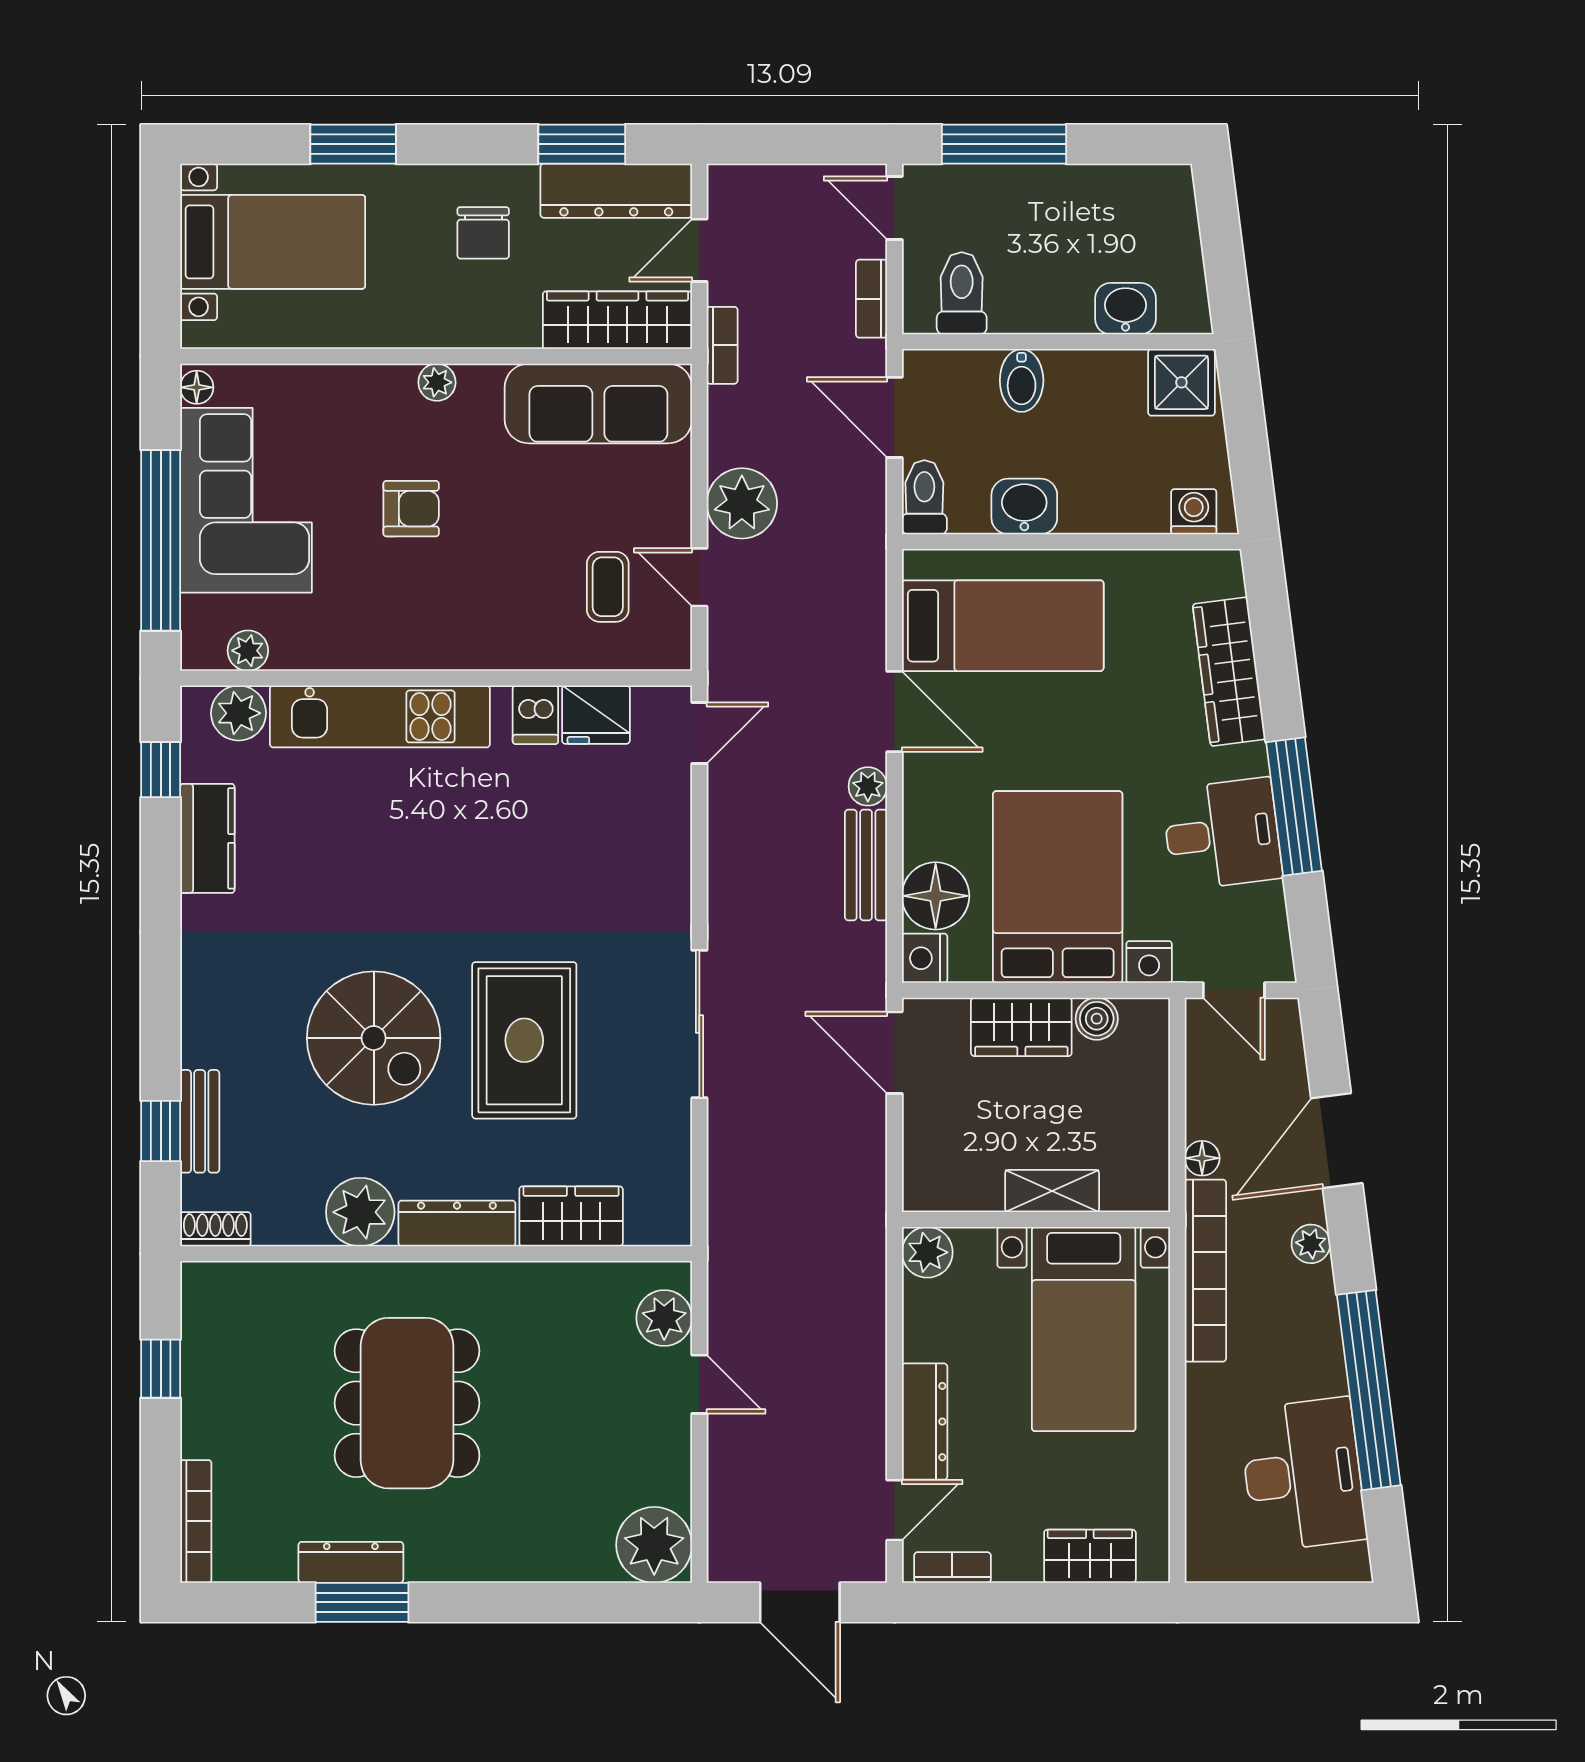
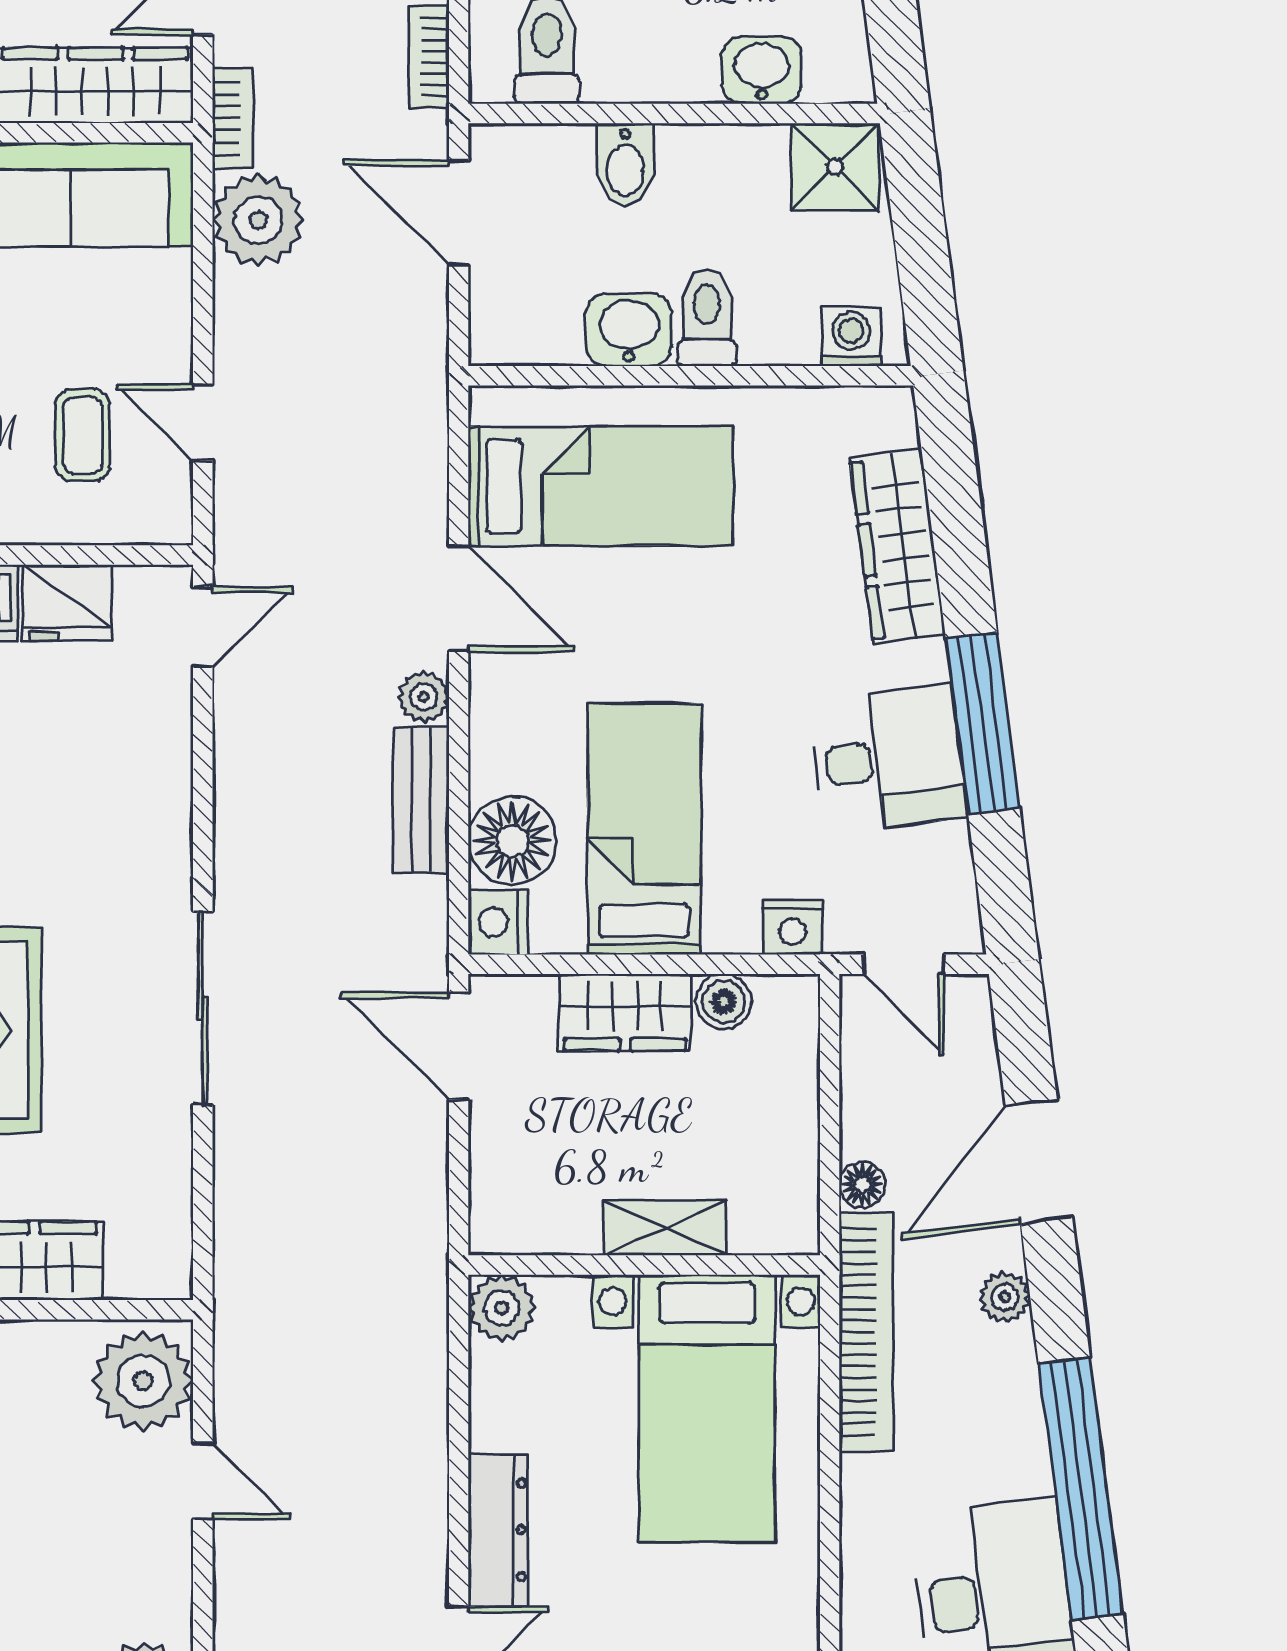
toilet: (924, 497) -> (707, 318), moved
plant: (742, 503) -> (258, 220), moved
bed: (1058, 887) -> (644, 829), width x0.67
plant: (664, 1318) -> (143, 1381), width x1.36, depth x1.36

